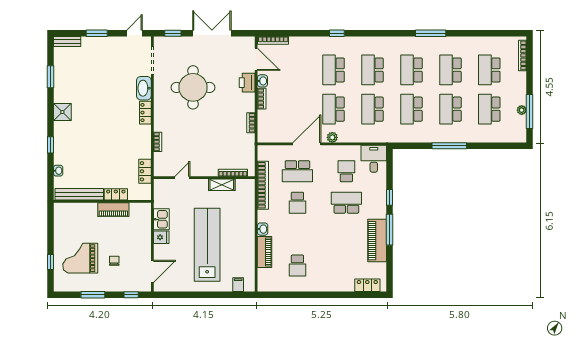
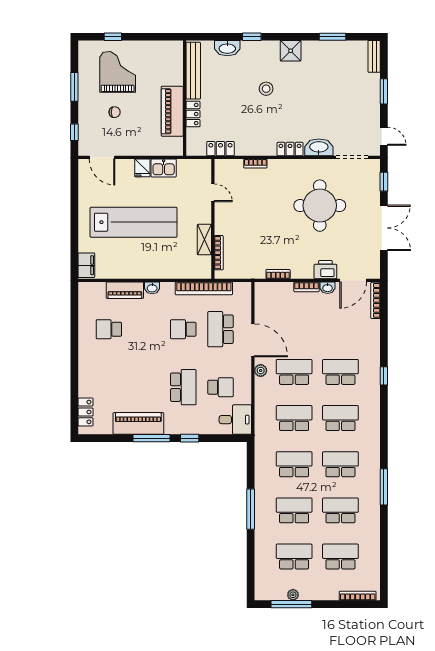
stool: (94, 133) -> (266, 89), added
washbasin: (58, 171) -> (227, 48), width x1.91, depth x1.45
piano: (113, 210) -> (172, 111), width x1.37, depth x1.33
filing cabinet: (238, 285) -> (86, 265), width x2.00

